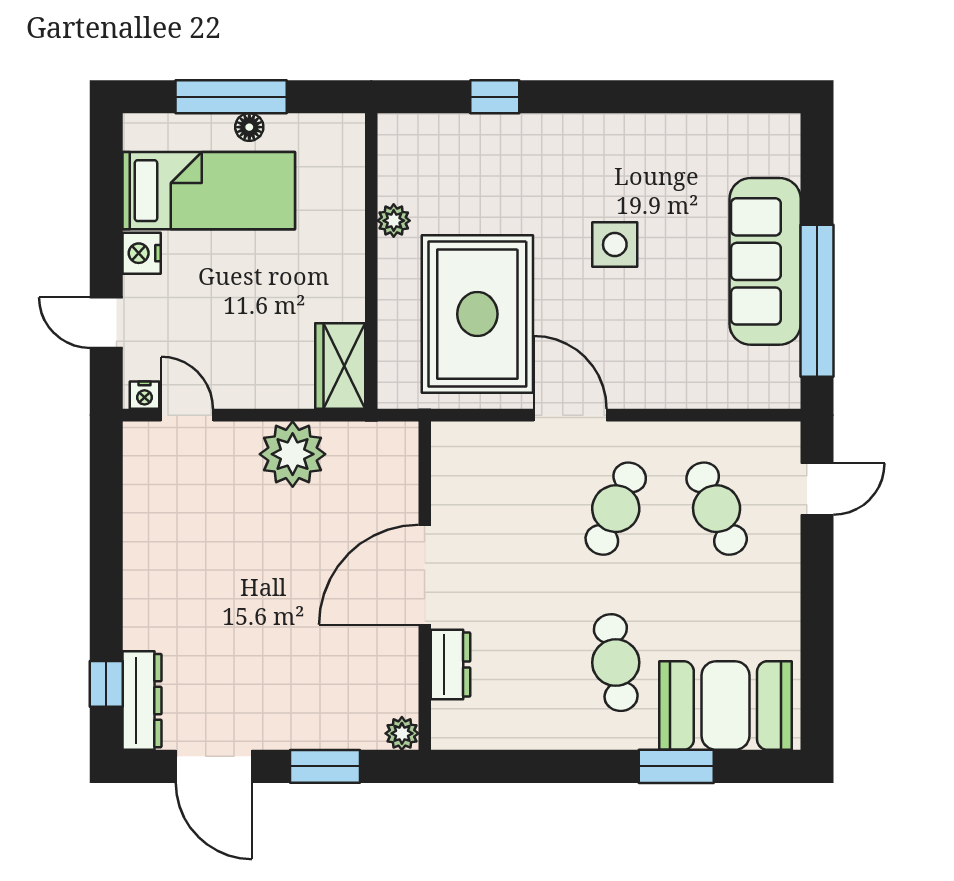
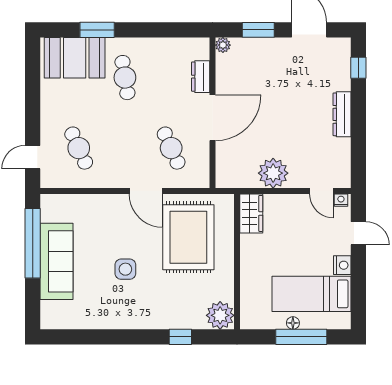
plant: (394, 221) -> (220, 315), moved, width x1.87, depth x1.87
cafe table: (616, 509) -> (171, 148), moved, turned -48
dresser: (142, 701) -> (342, 114), moved

